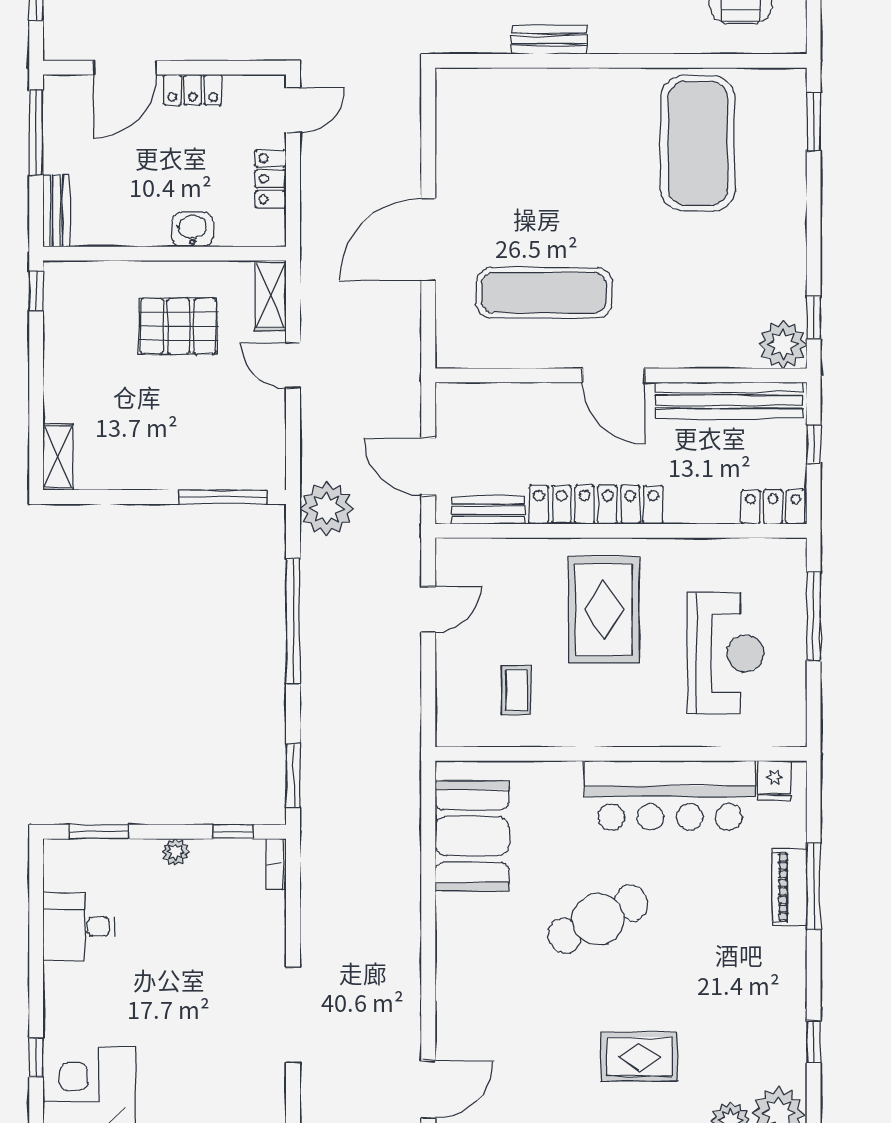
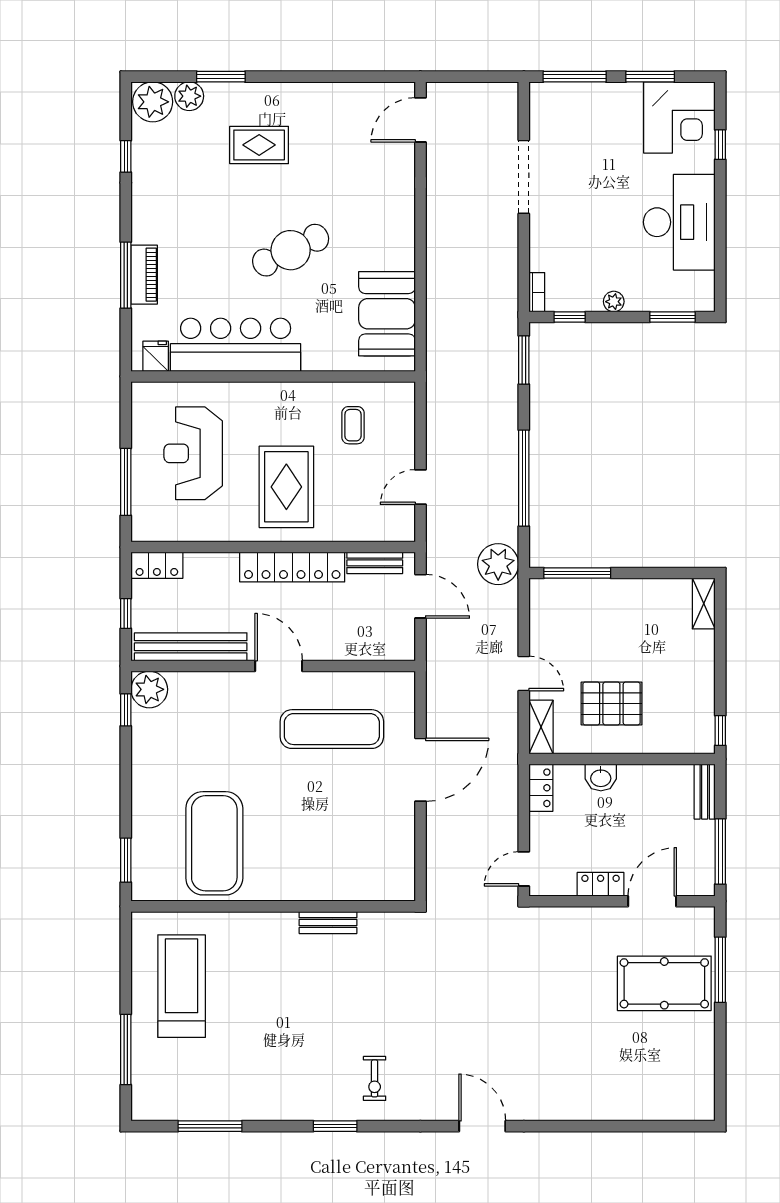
locker: (271, 179) -> (541, 788), moved
desk: (79, 927) -> (679, 222), width x1.87, depth x1.30

